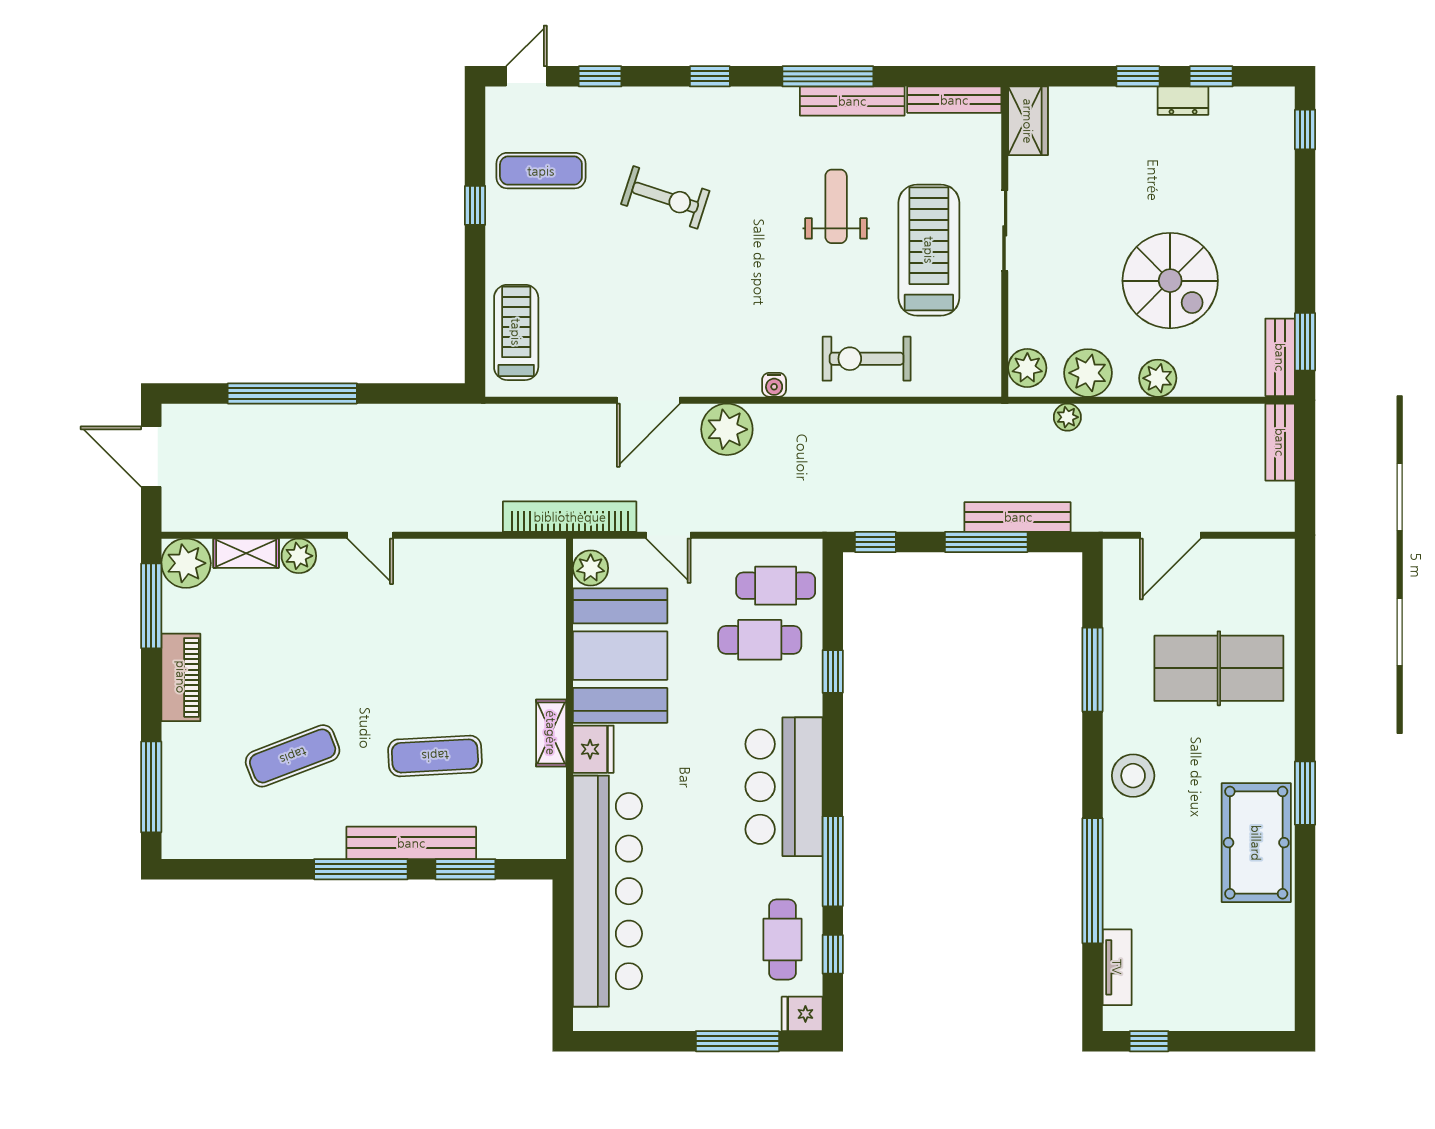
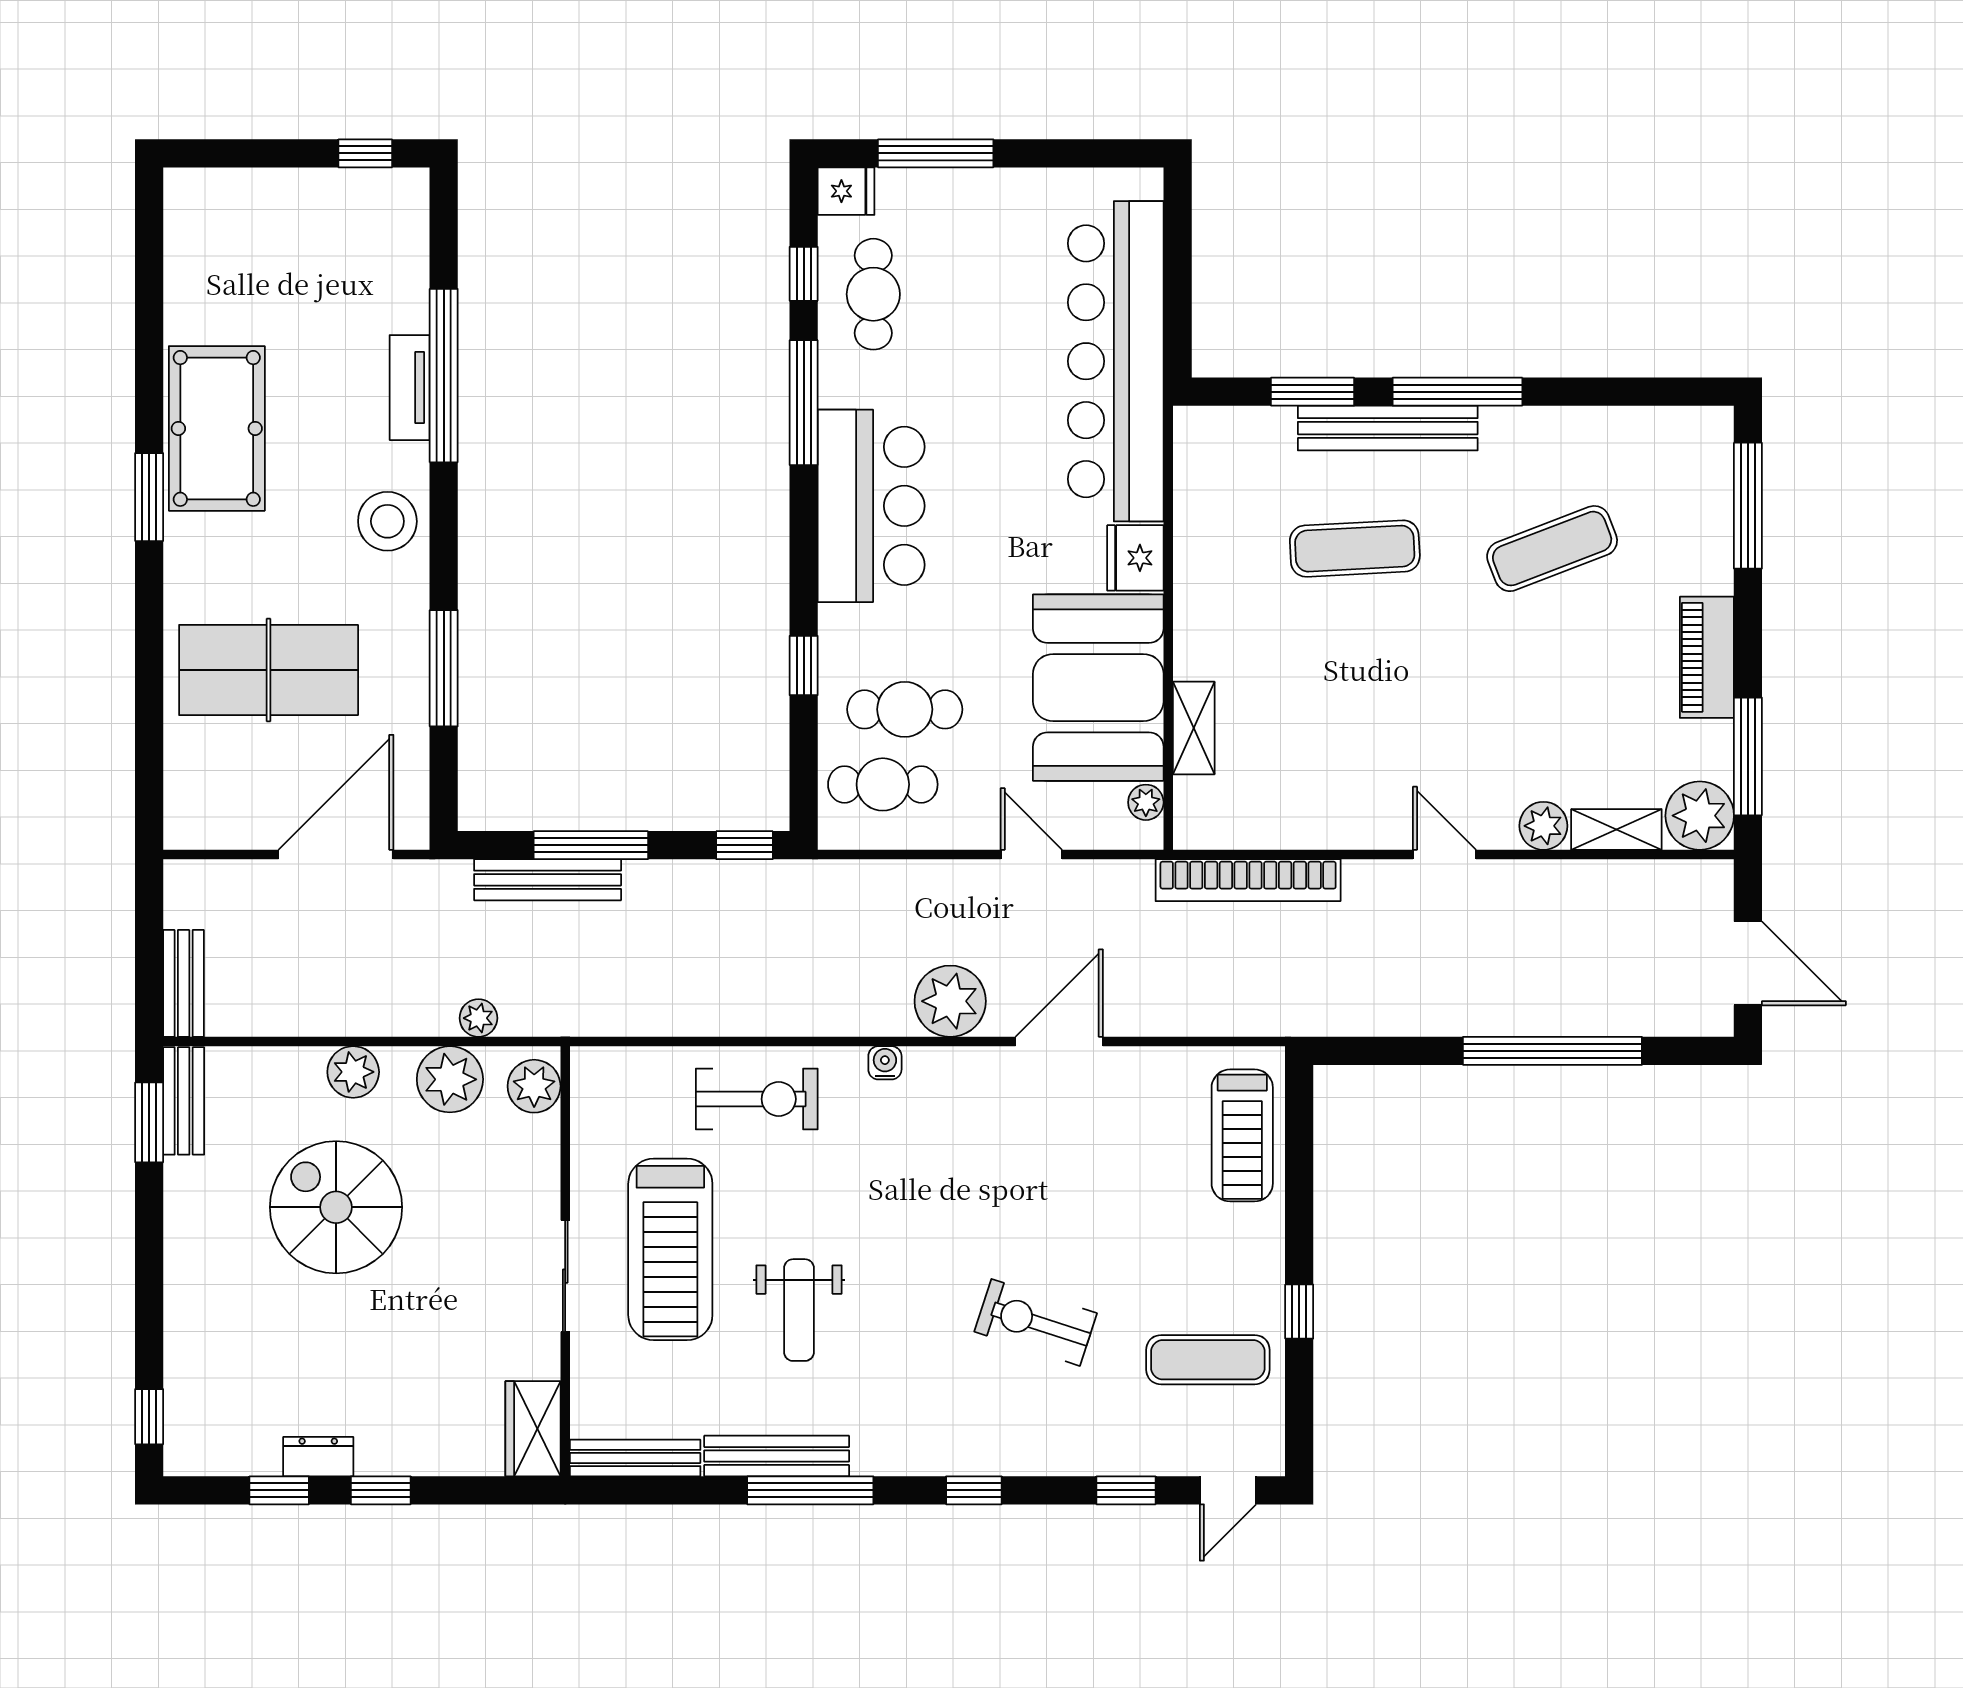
bookcase: (570, 517) -> (1248, 880), moved
door: (1170, 535) -> (336, 855), width x1.36
plant: (591, 568) -> (1146, 802), width x0.73, depth x0.73
shelving: (551, 733) -> (1194, 728), moved
tv unit: (1117, 967) -> (410, 388), moved

